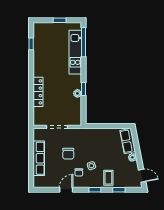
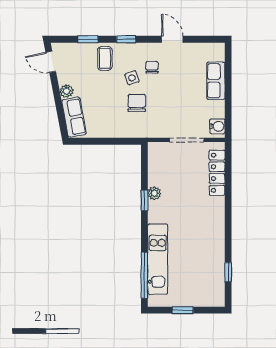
locker: (38, 92) -> (217, 173), moved
water cooler: (38, 135) -> (217, 126), added
chair: (68, 154) -> (137, 103), moved
row of seats: (39, 158) -> (216, 81), width x0.68
door: (66, 190) -> (172, 39), swing flipped

